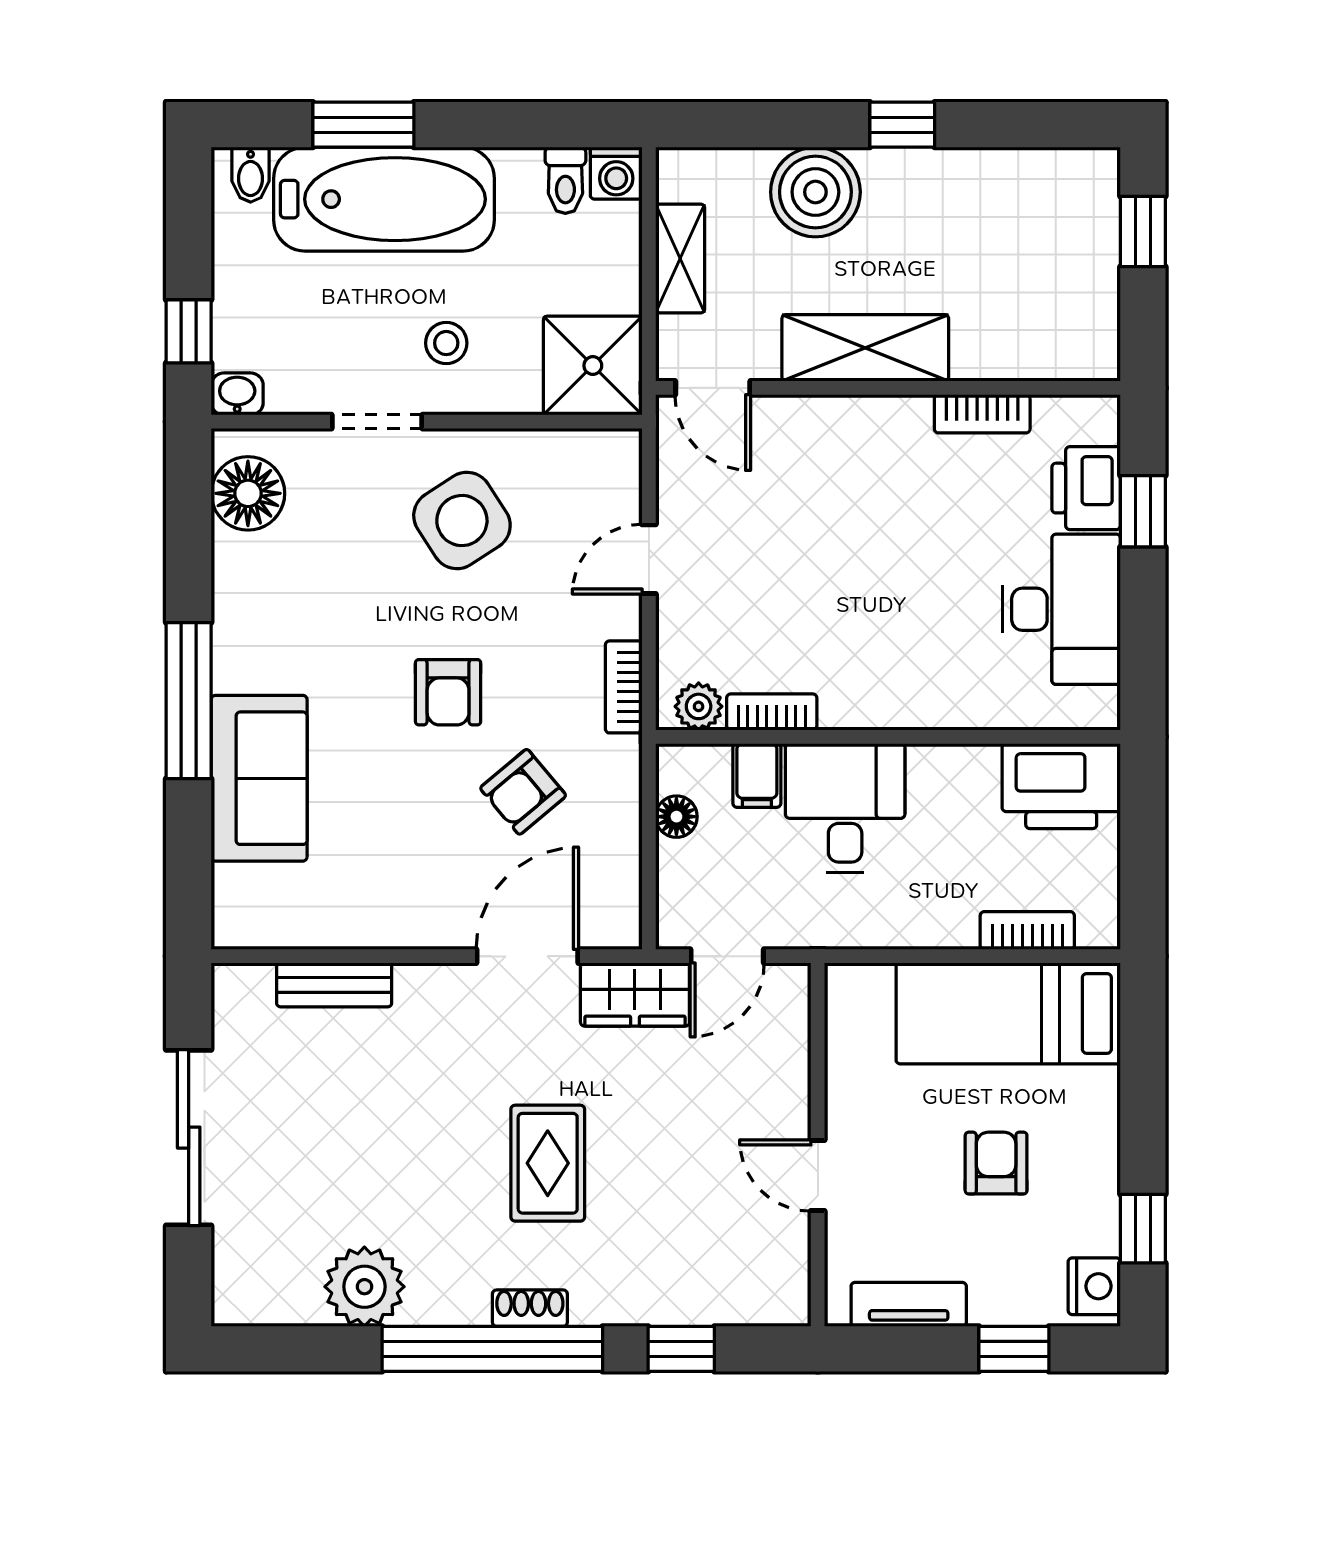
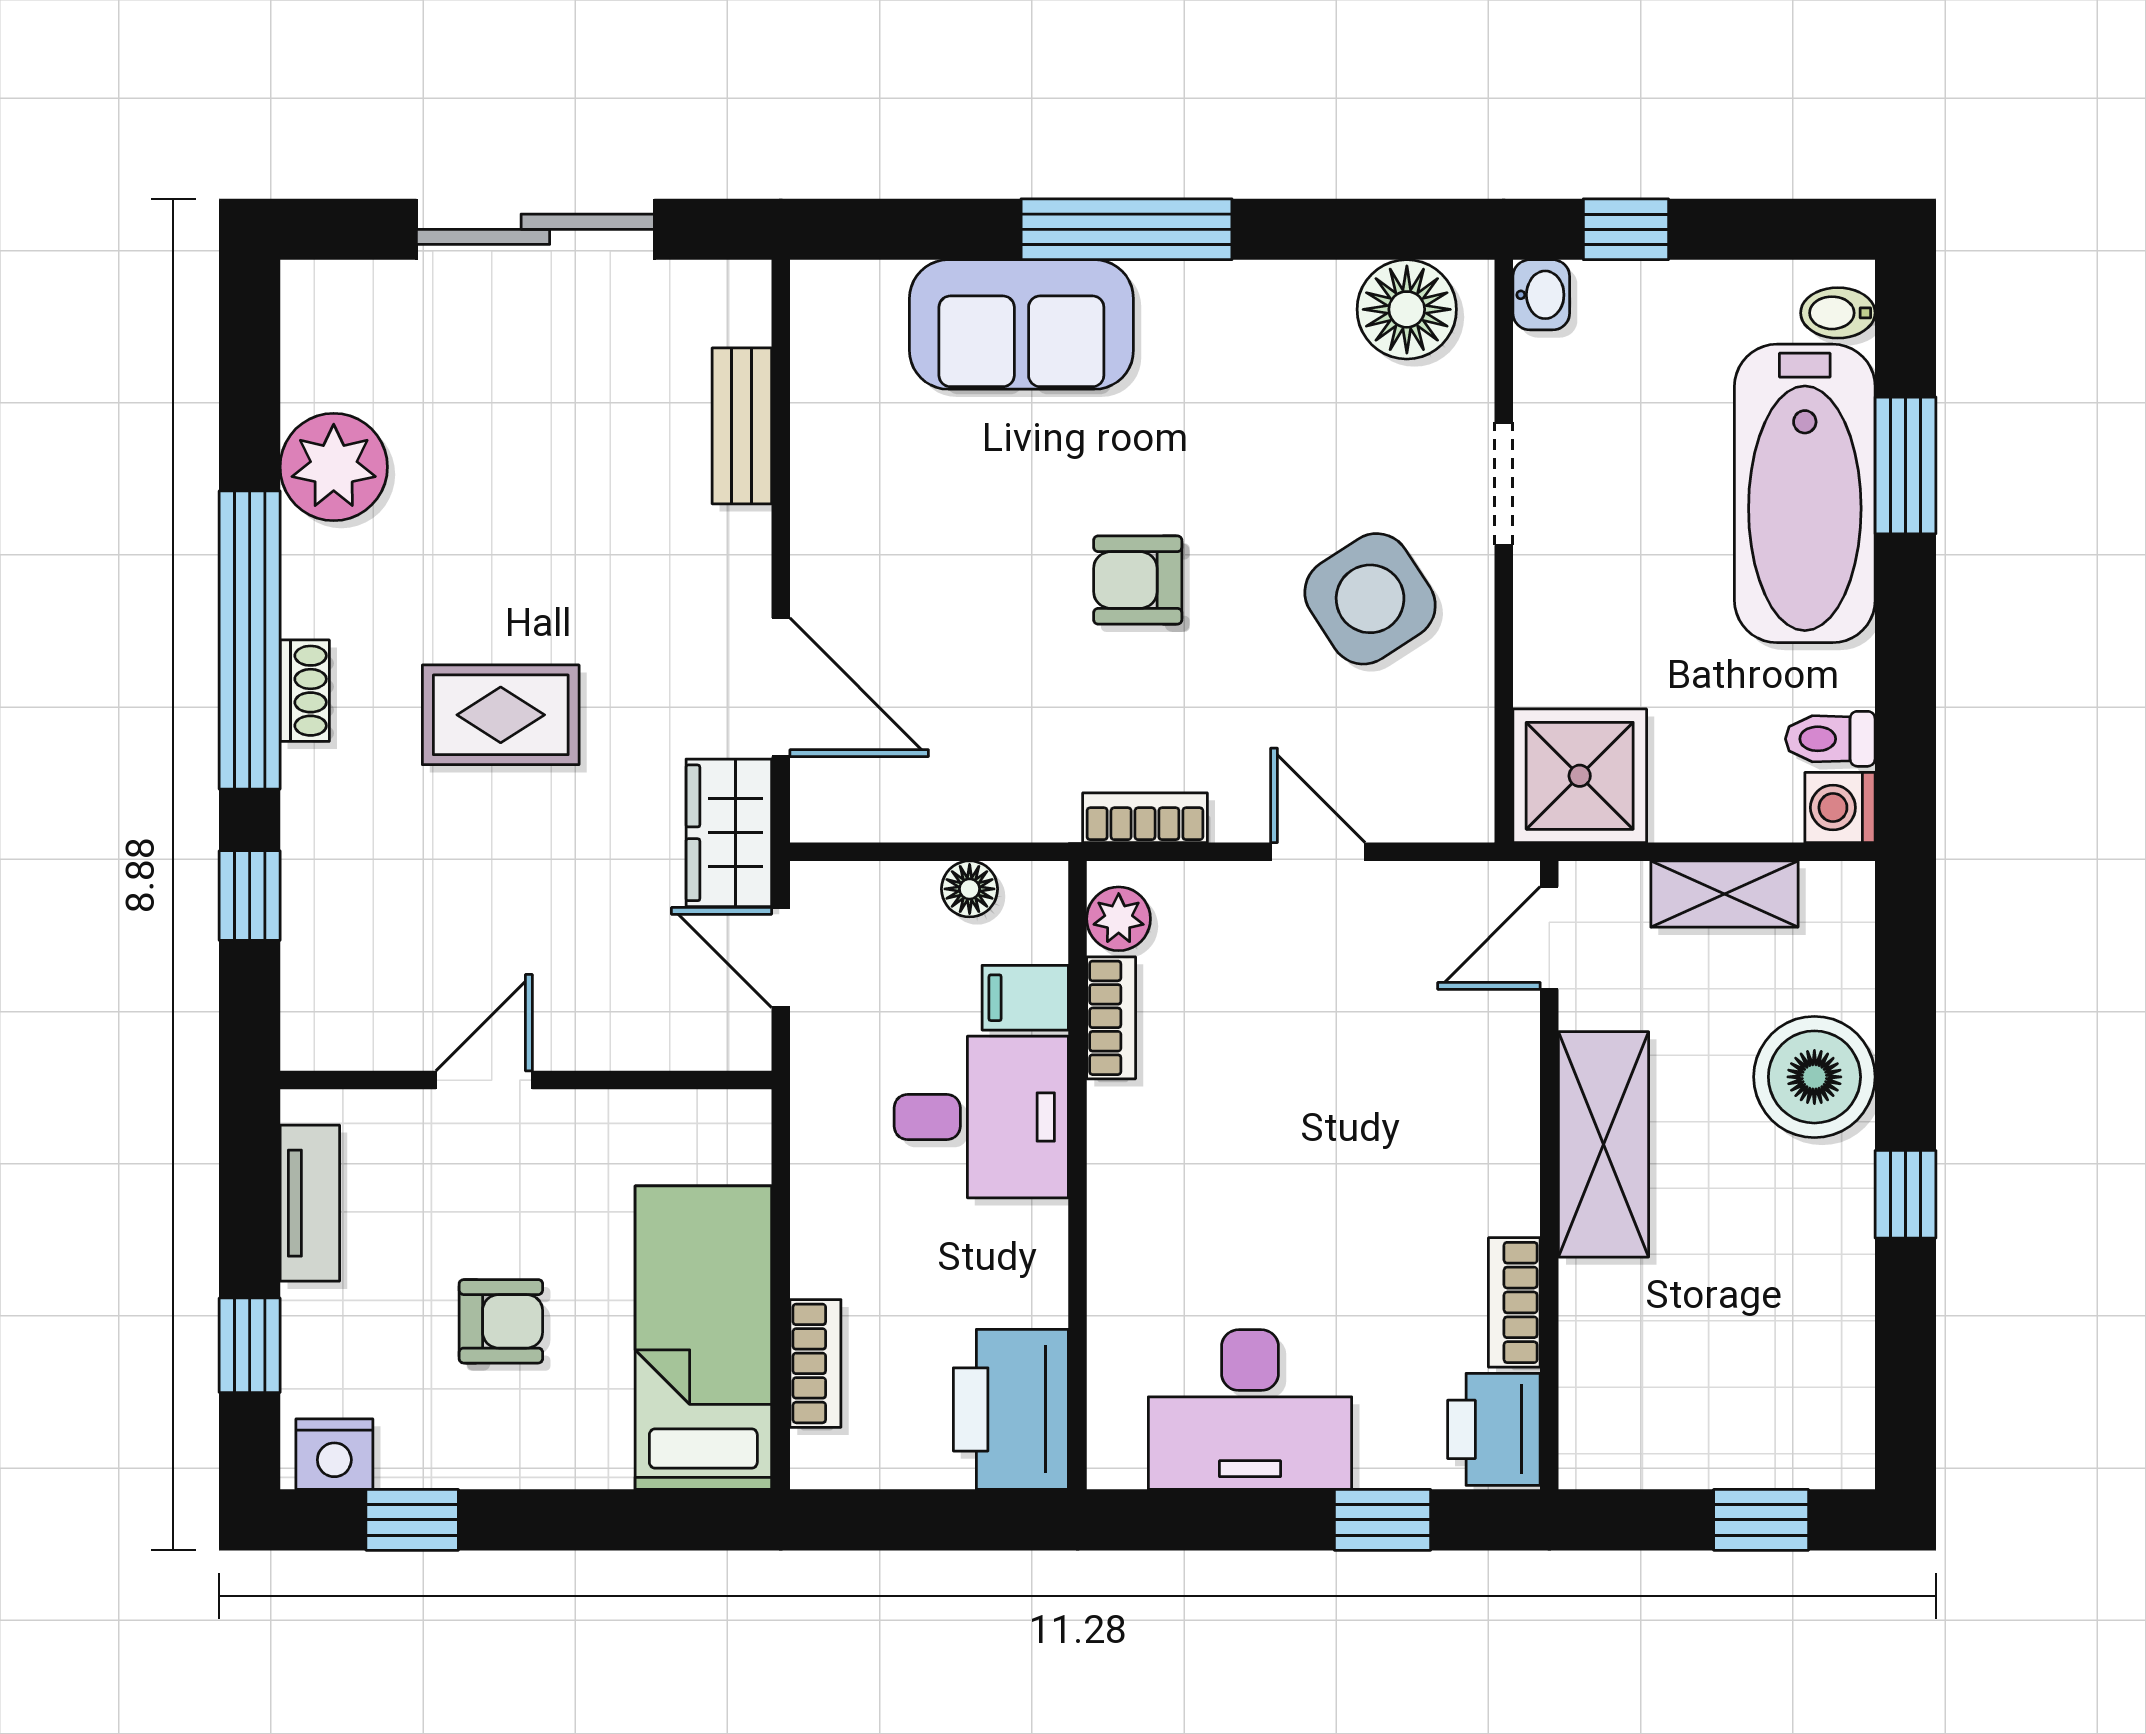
stool: (446, 343) -> (1610, 578), removed
printer: (1086, 488) -> (1494, 1429), moved, turned -90
armchair: (523, 792) -> (1003, 681), removed

